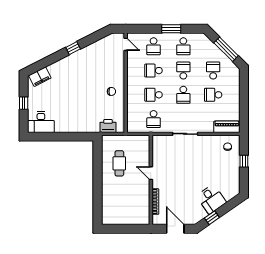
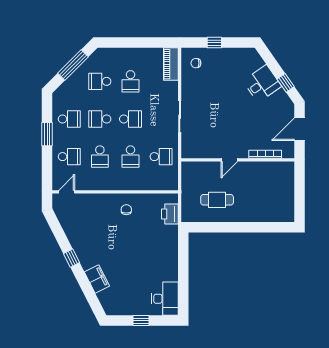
filing cabinet: (40, 77) -> (97, 279), moved

